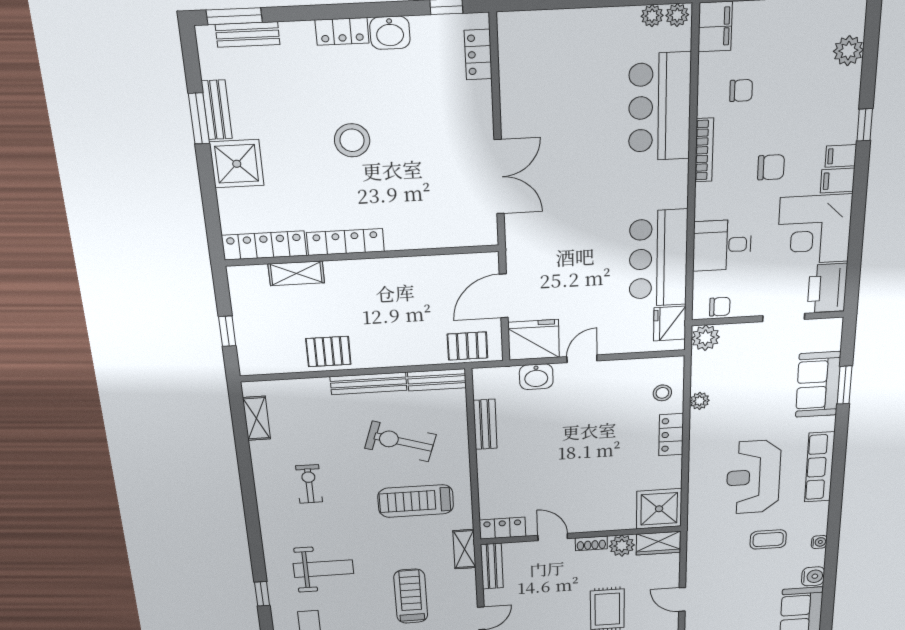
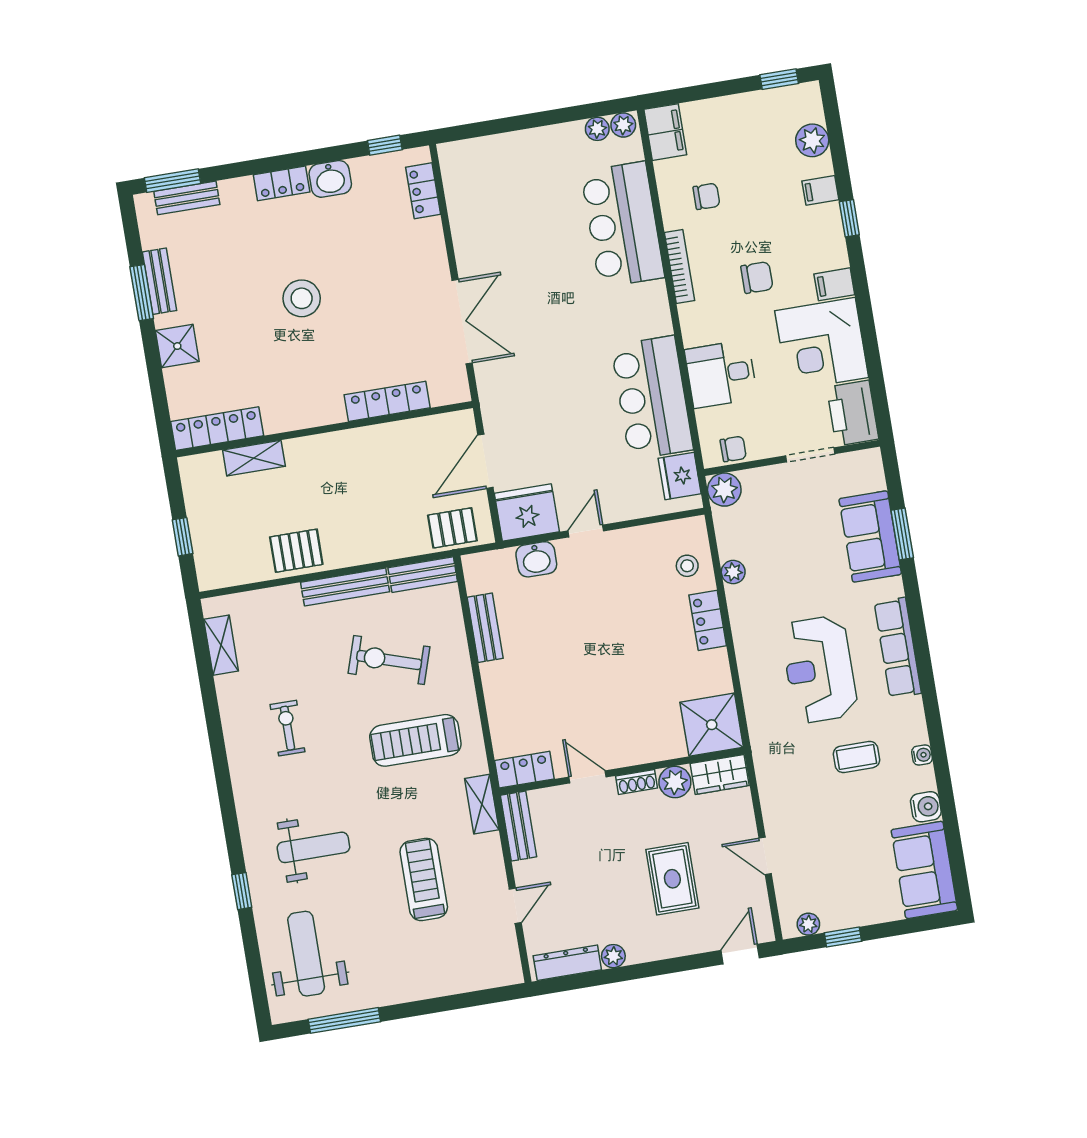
filing cabinet: (841, 156) -> (820, 190), moved
shower: (237, 164) -> (177, 346), width x0.73, depth x0.73
locker: (345, 242) -> (387, 401), moved

